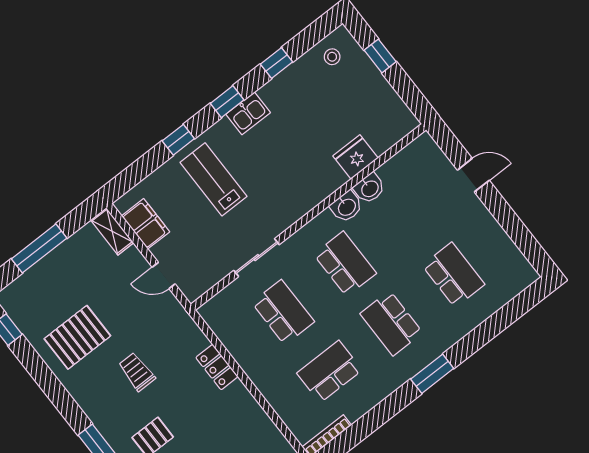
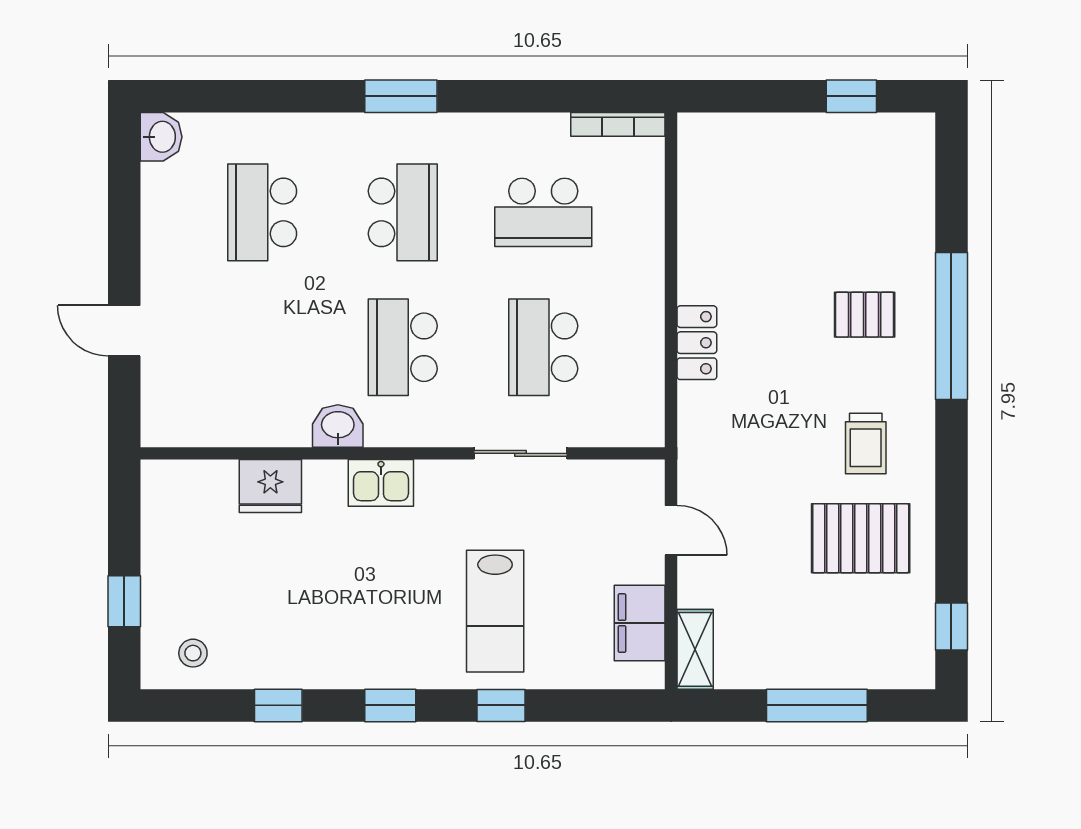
kitchen sink: (248, 113) -> (381, 483), moved, turned 180
washbasin: (370, 188) -> (161, 137), moved, turned 90
trolley: (137, 372) -> (866, 444), moved

